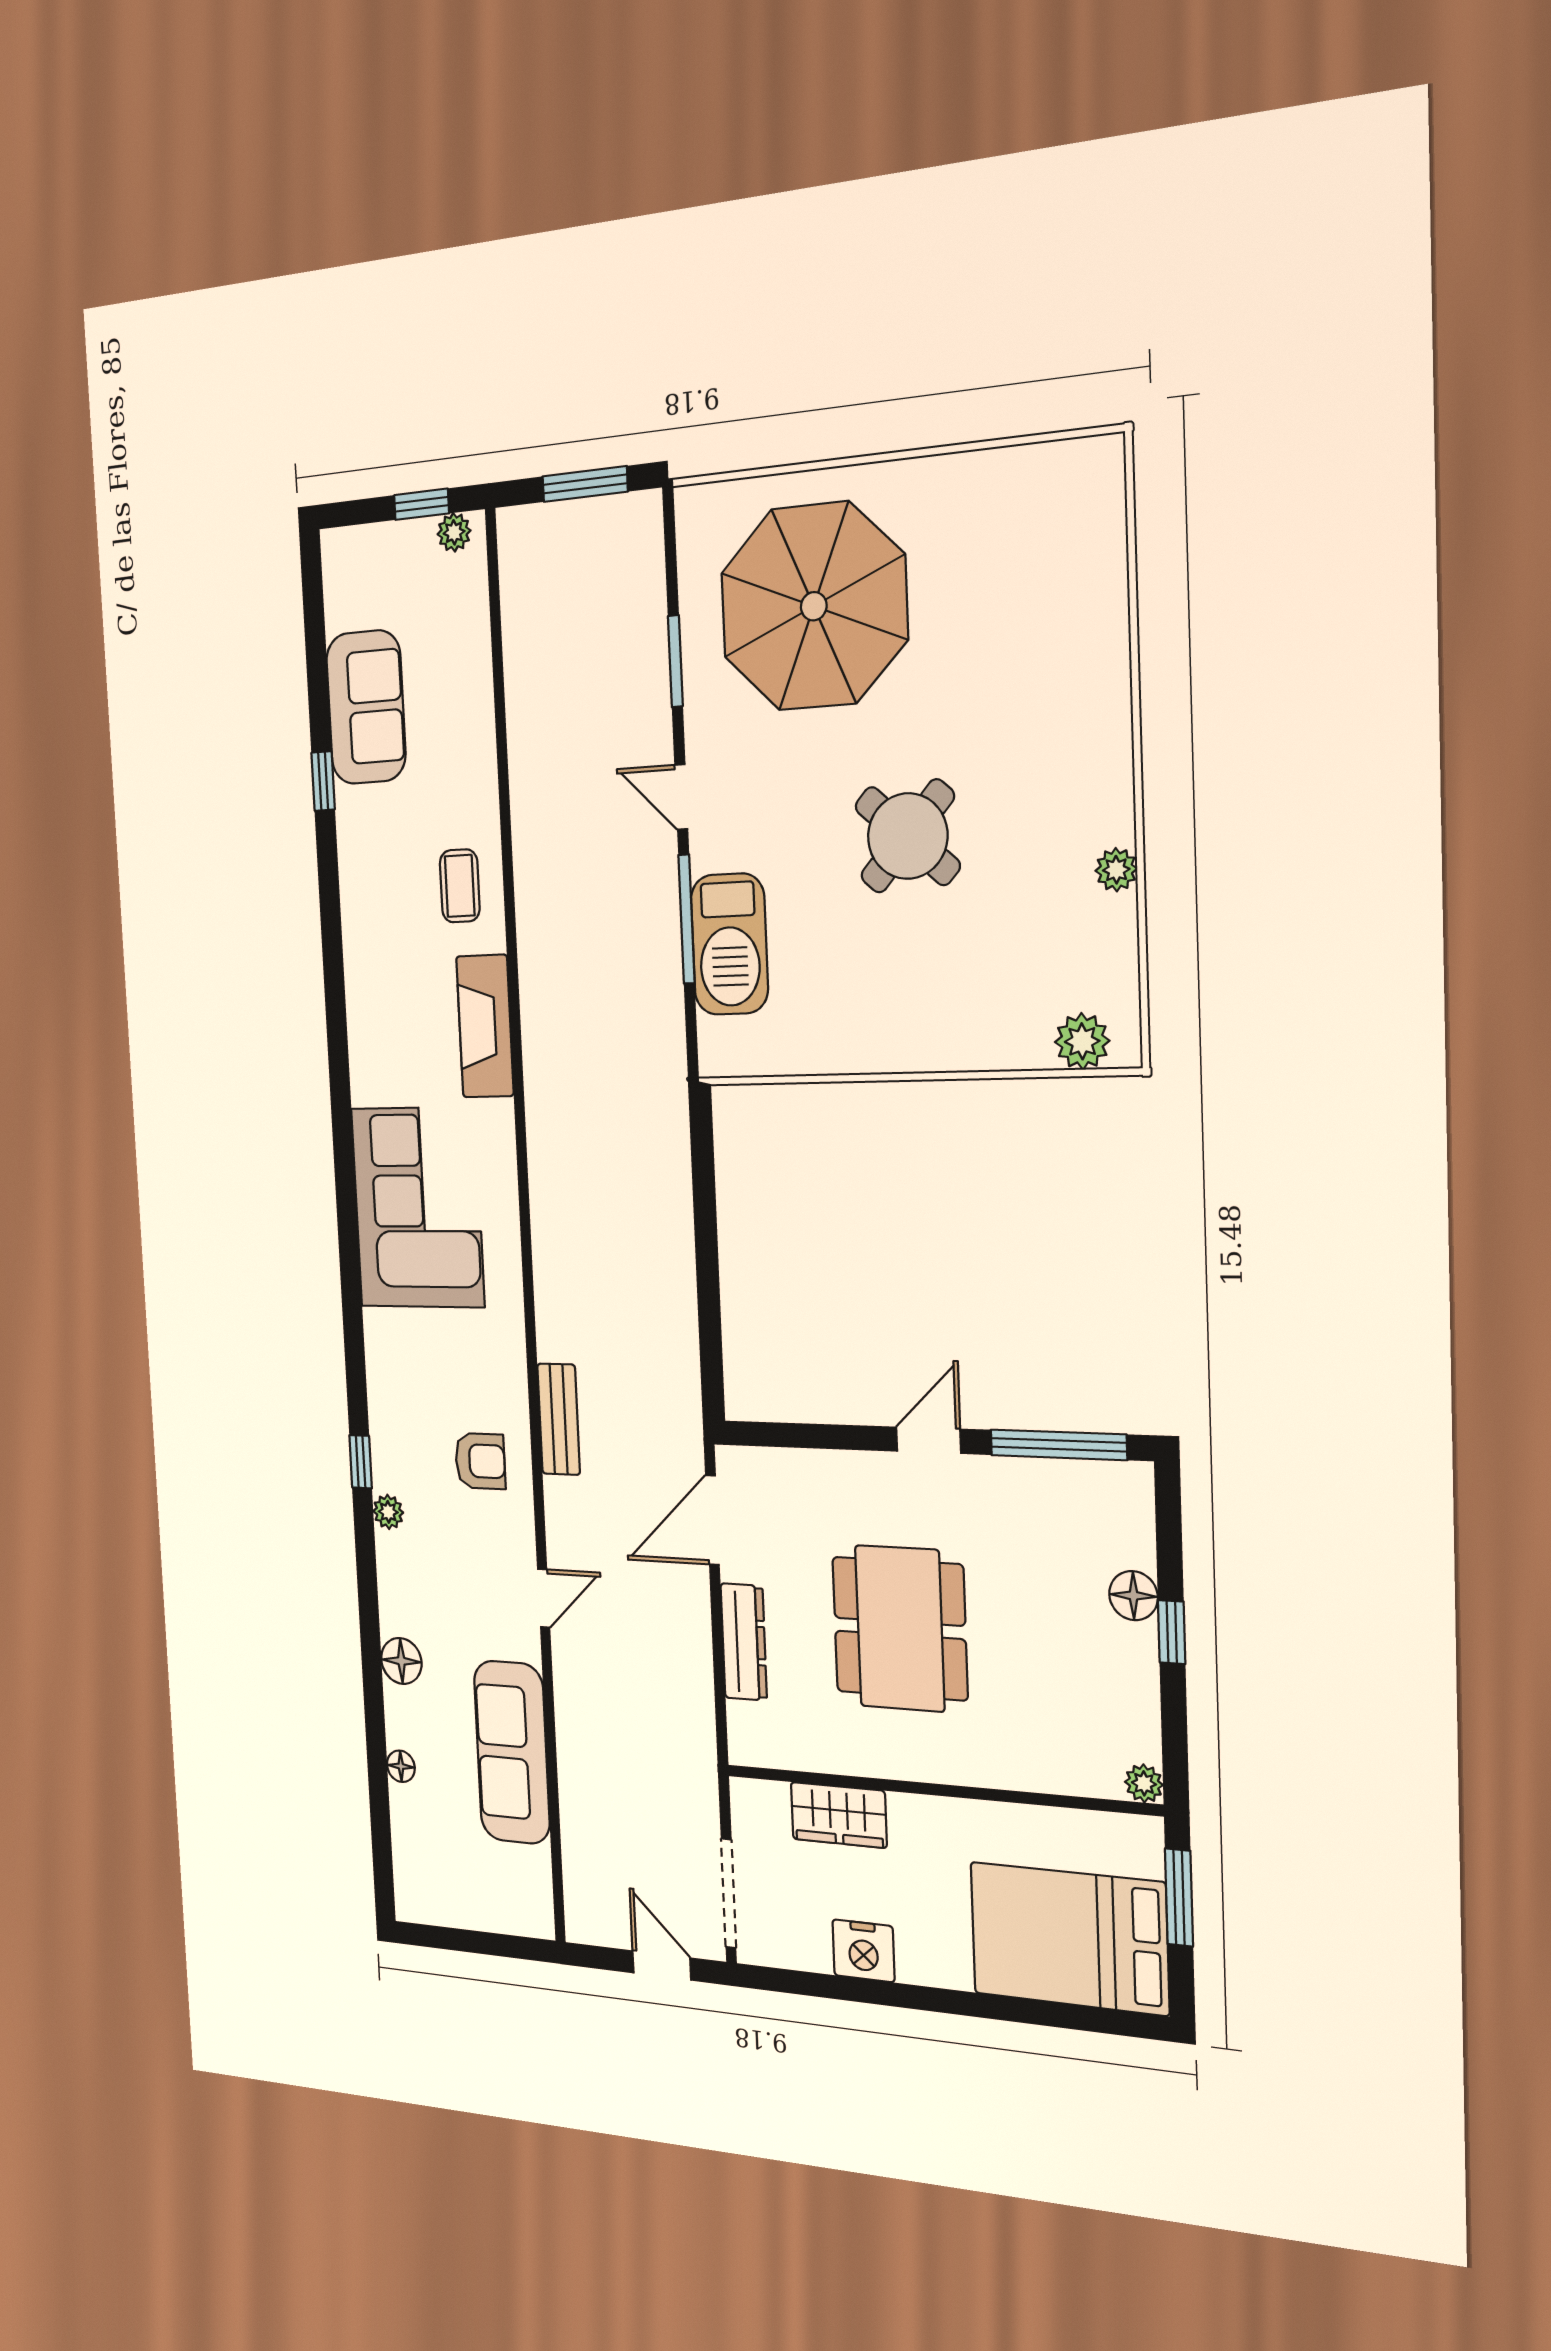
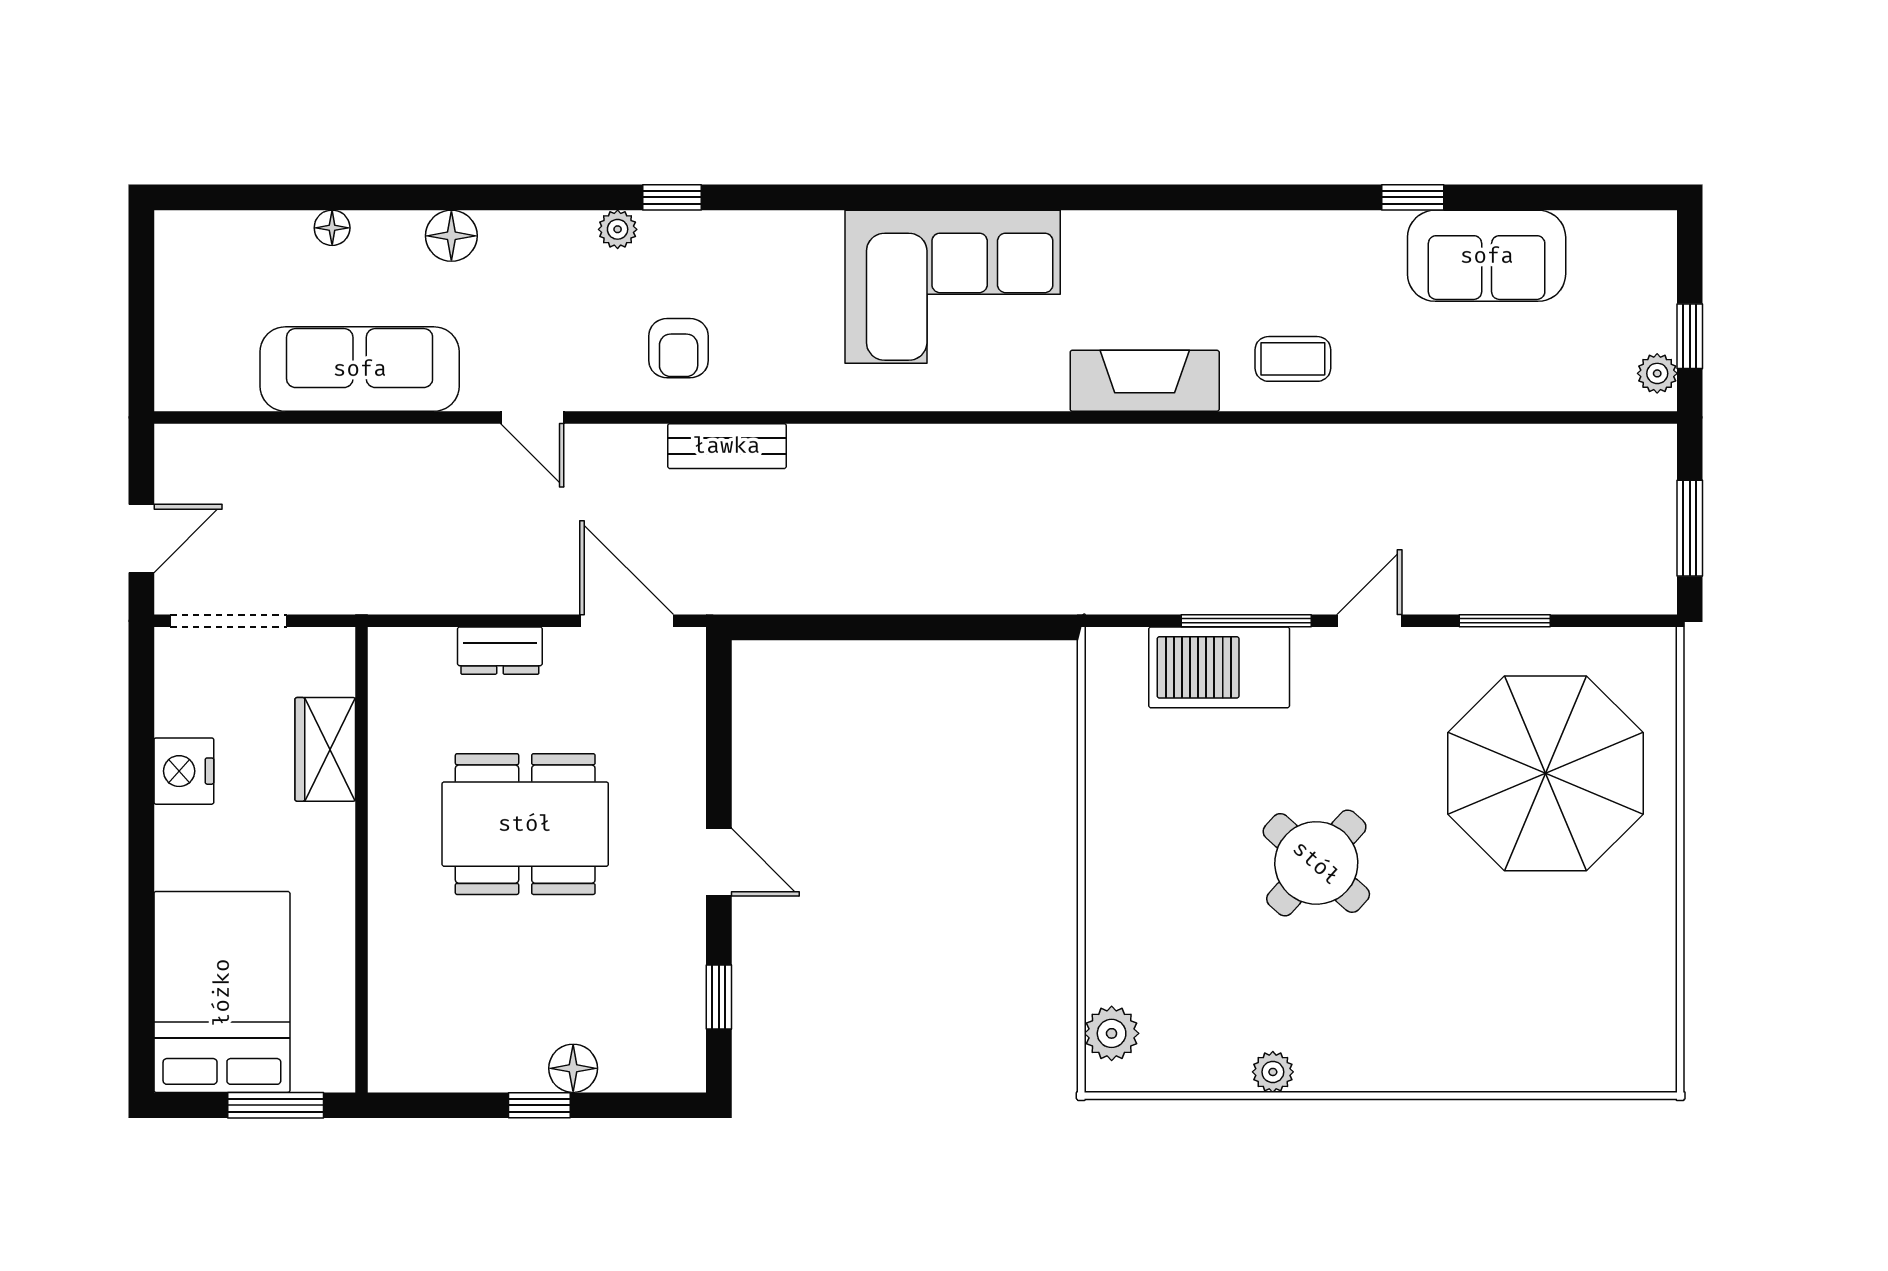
window: (1058, 1445) -> (719, 997), width x0.46
dresser: (744, 1642) -> (500, 651), width x0.70
plant: (1144, 1783) -> (387, 1073), removed

